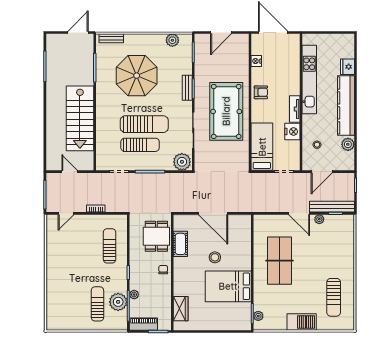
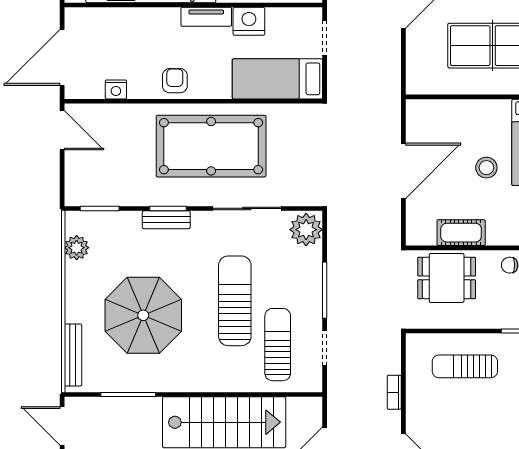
door: (221, 33) -> (62, 130), moved
bench: (111, 38) -> (73, 355), width x1.36
sun lounger: (140, 145) -> (278, 345), moved

